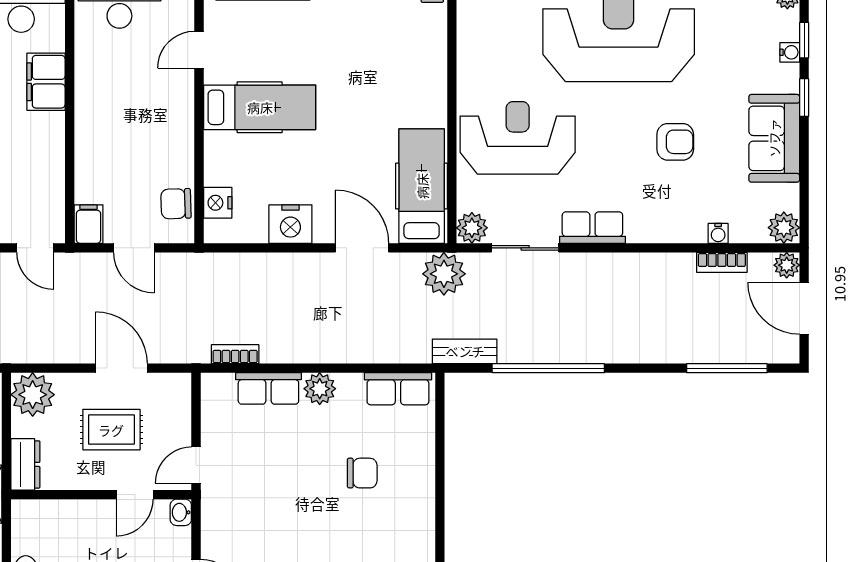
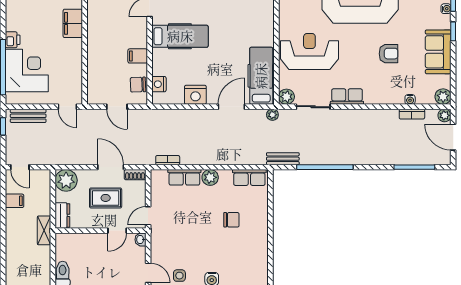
filing cabinet: (88, 224) -> (138, 56), moved, turned -90
door: (362, 248) -> (231, 107), hinge flipped
plant: (444, 274) -> (272, 115), width x0.53, depth x0.53
shoe rack: (170, 383) -> (135, 175), added

